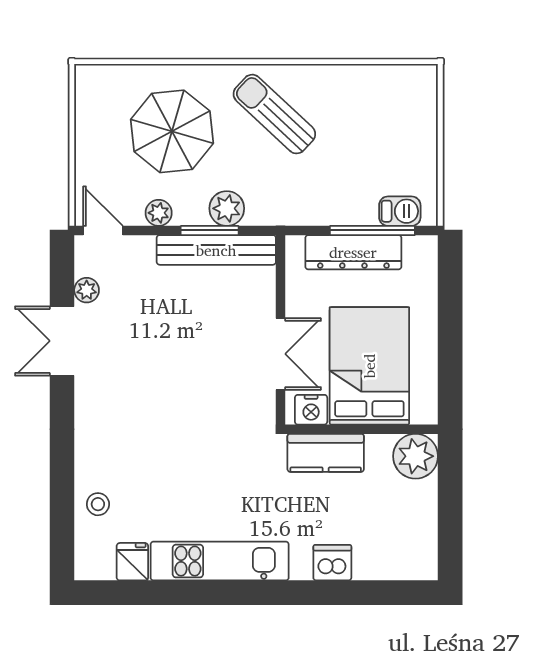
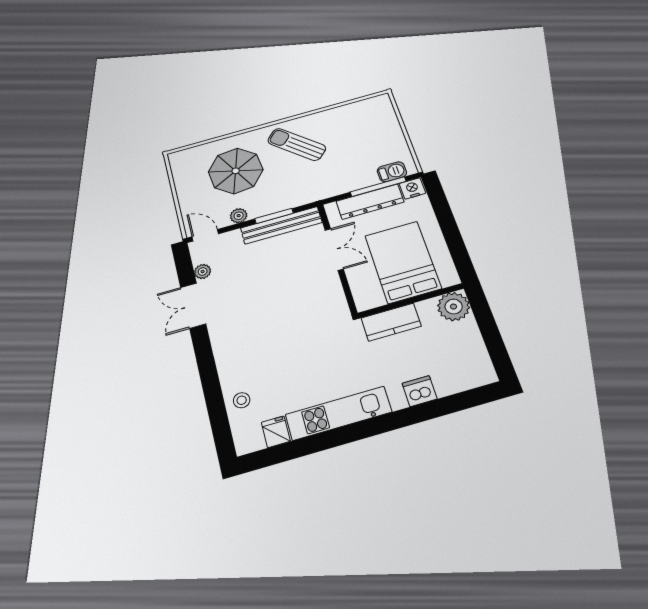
plant: (227, 208) -> (281, 201), removed
double door: (281, 354) -> (334, 249), moved
nightstand: (311, 410) -> (412, 188), moved, turned 180

